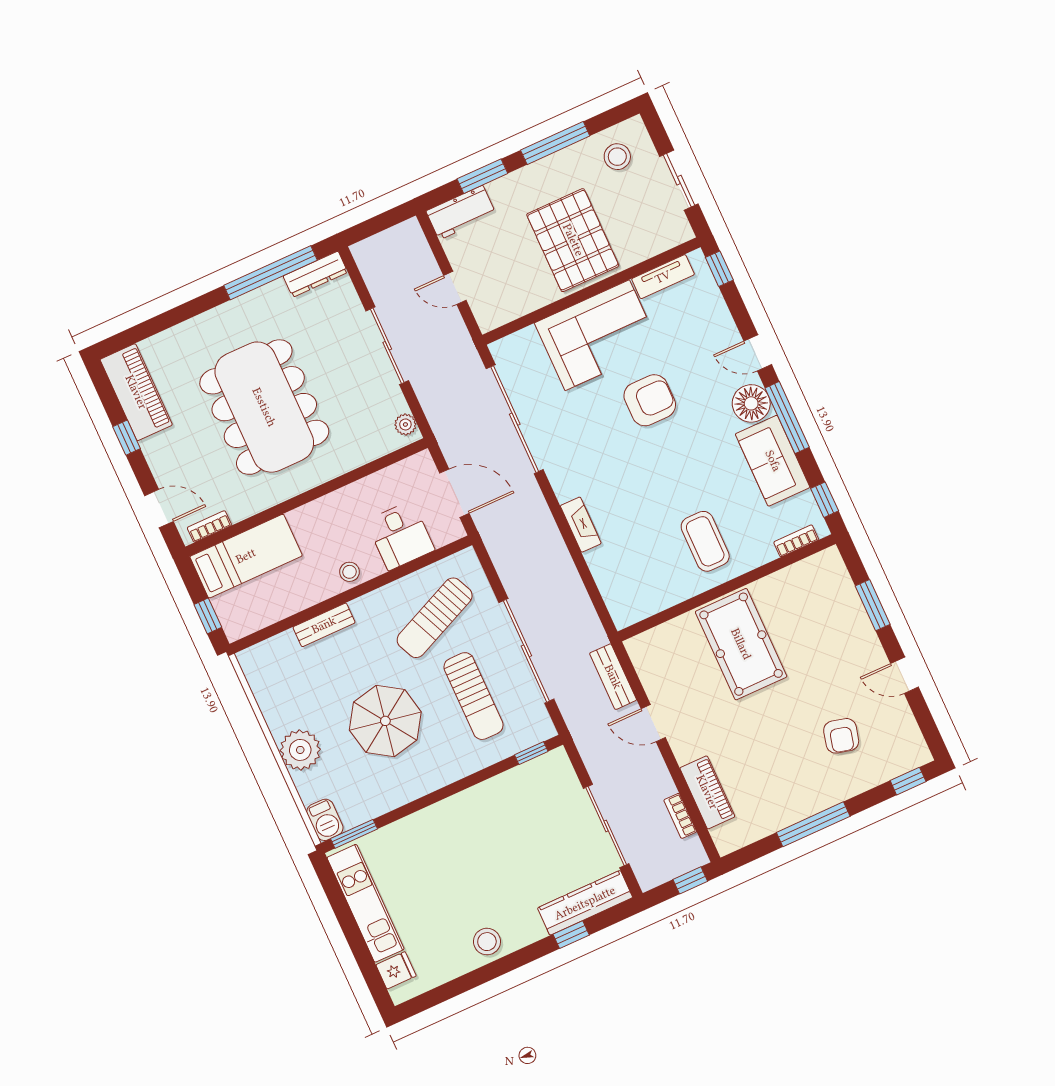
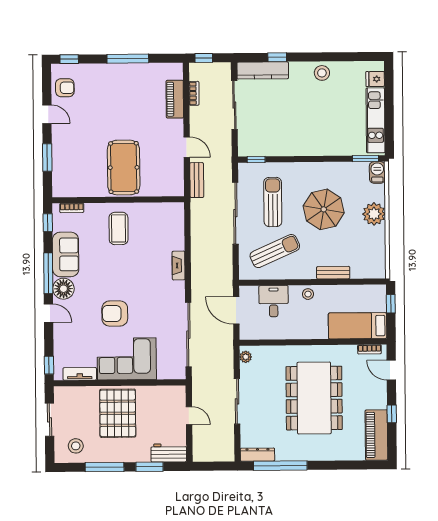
armchair: (841, 736) -> (65, 88), moved, turned 76

